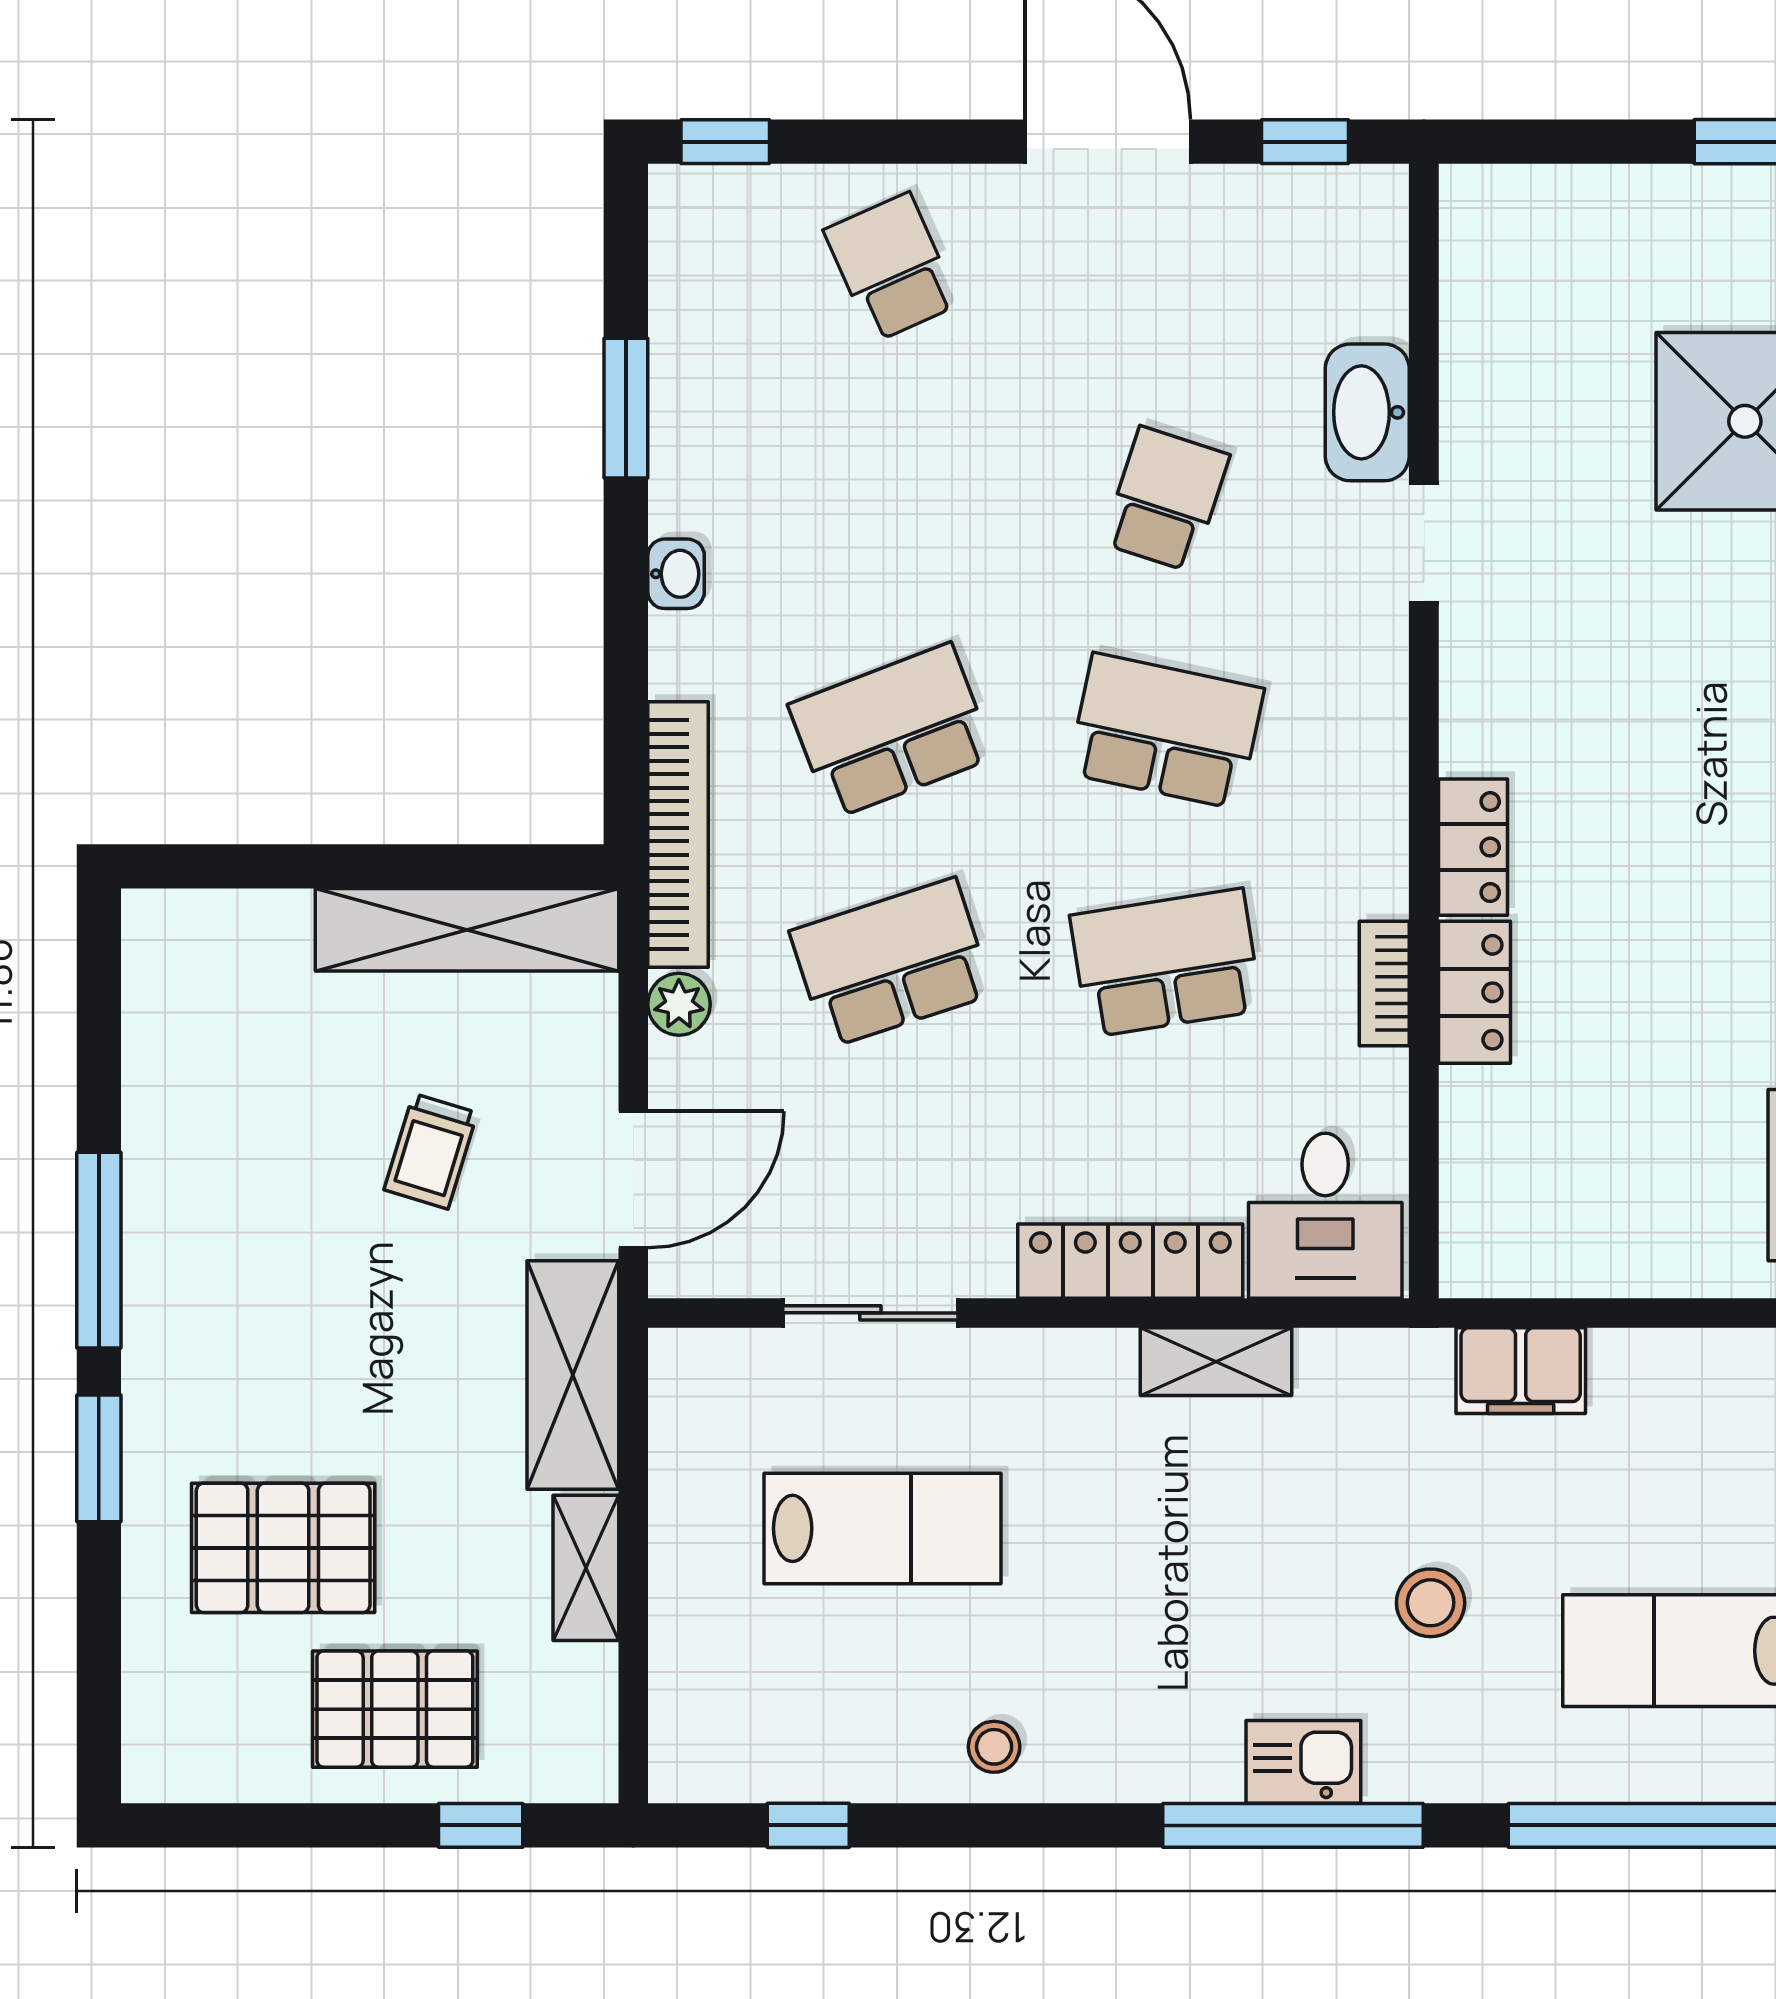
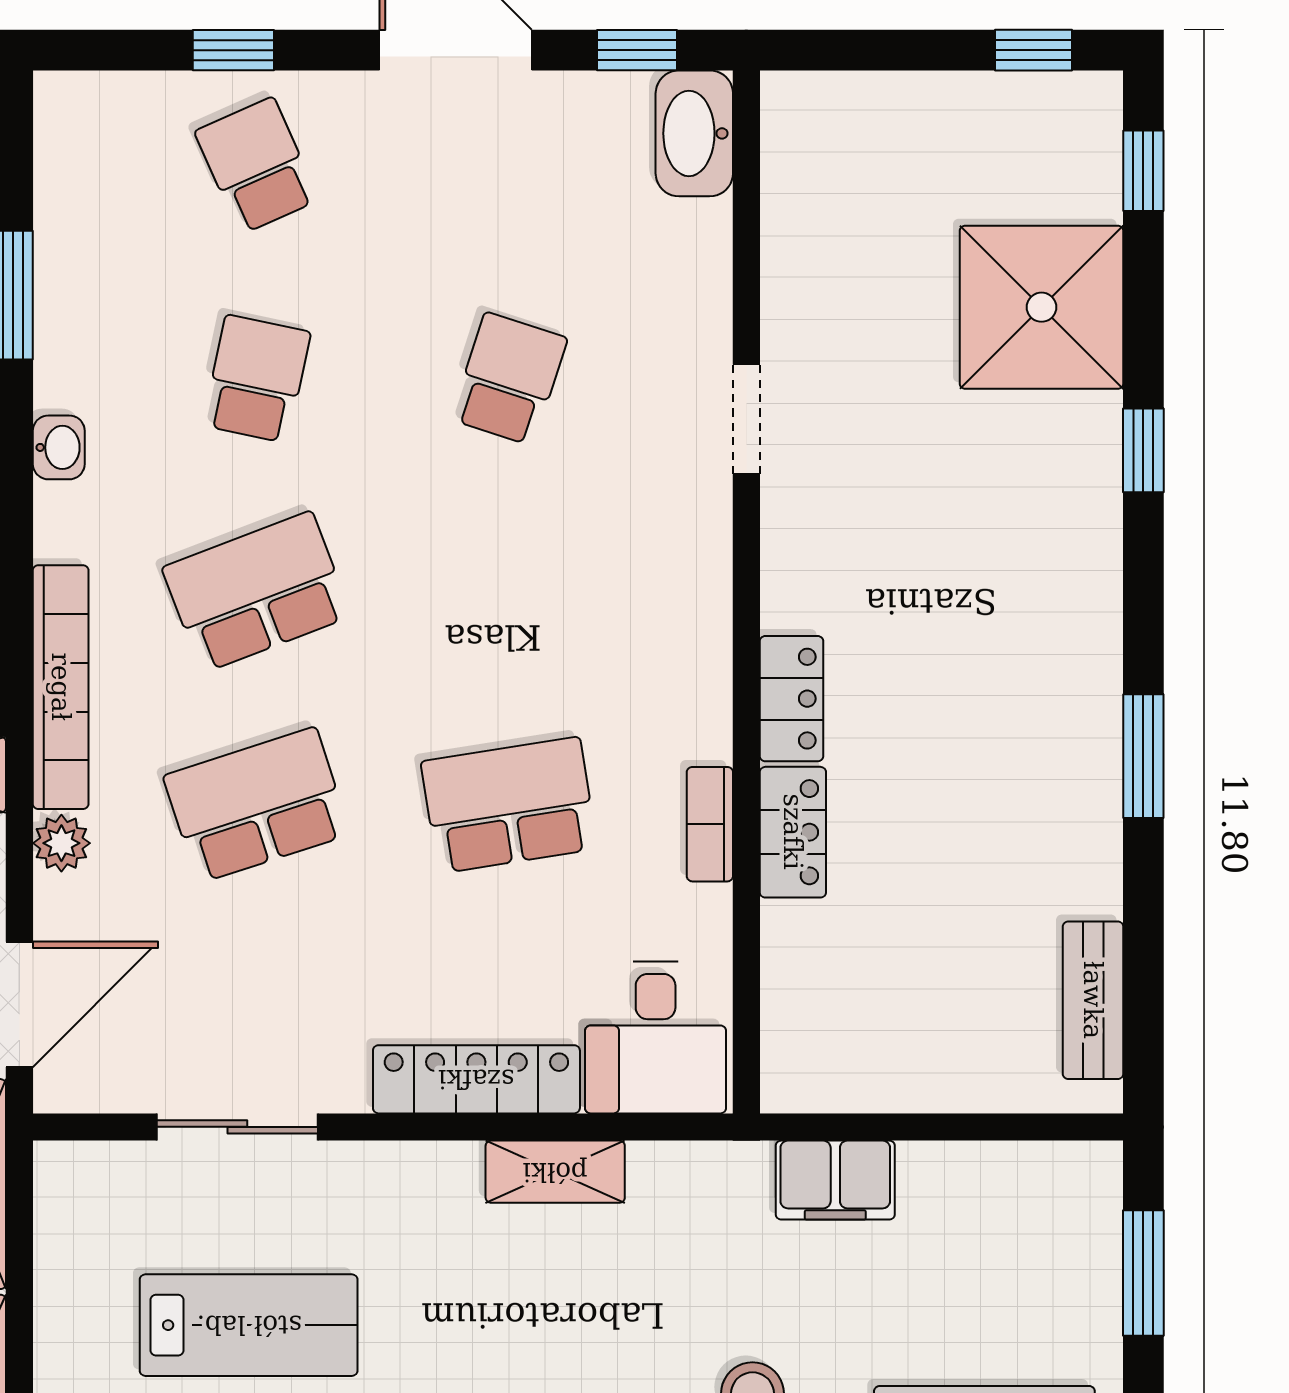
window: (725, 142) -> (233, 50), moved
washbasin: (1367, 412) -> (694, 133), moved
school desk: (1166, 731) -> (257, 379), moved, width x0.54

